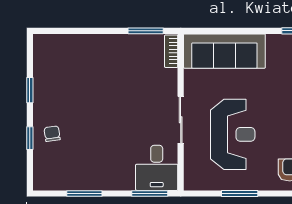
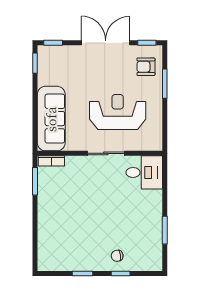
window: (150, 193) -> (165, 178), removed
window: (240, 193) -> (165, 84), moved

